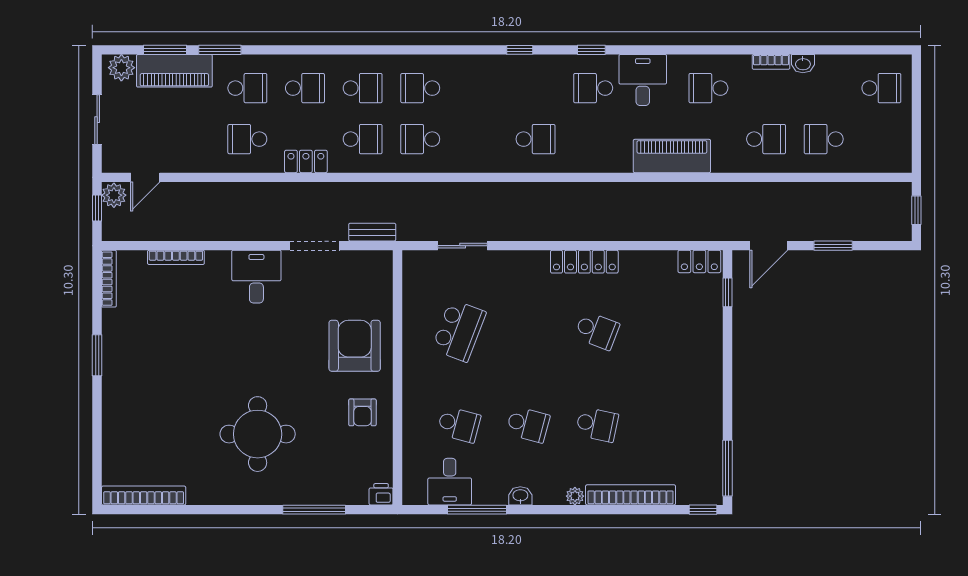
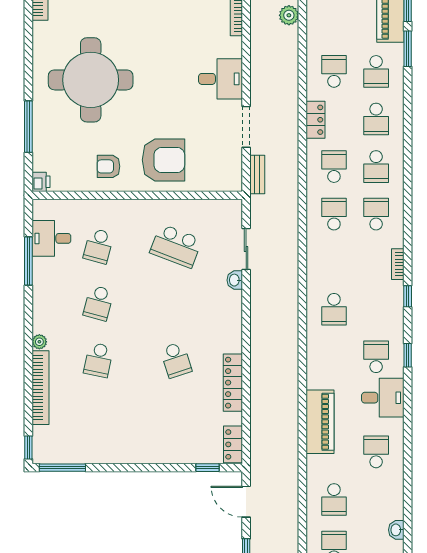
bookcase: (771, 62) -> (398, 264), moved
school desk: (363, 139) -> (334, 167), turned 180
plant: (179, 194) -> (289, 15), added
locker: (584, 262) -> (233, 383), moved
school desk: (597, 331) -> (176, 360), turned -39
round table: (258, 434) -> (91, 80), width x1.36, depth x1.36
washbasin: (520, 496) -> (235, 280), moved, turned 180

